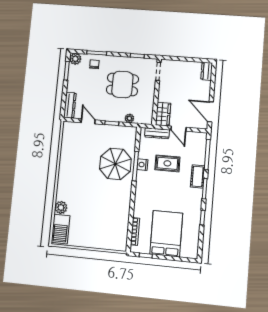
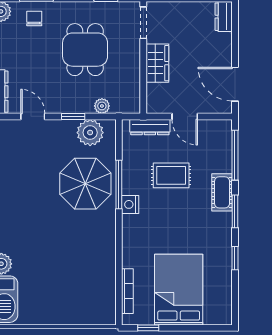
dining table: (122, 84) -> (85, 50), turned 90
wardrobe: (163, 114) -> (157, 63), moved
plant: (121, 134) -> (90, 133), added
nightstand: (142, 165) -> (130, 204), moved

